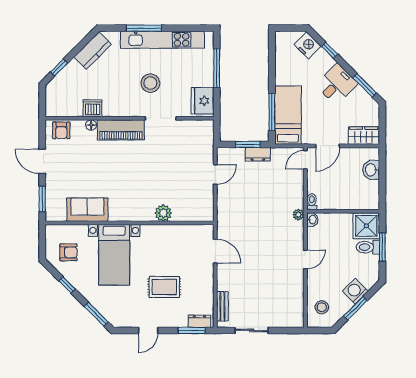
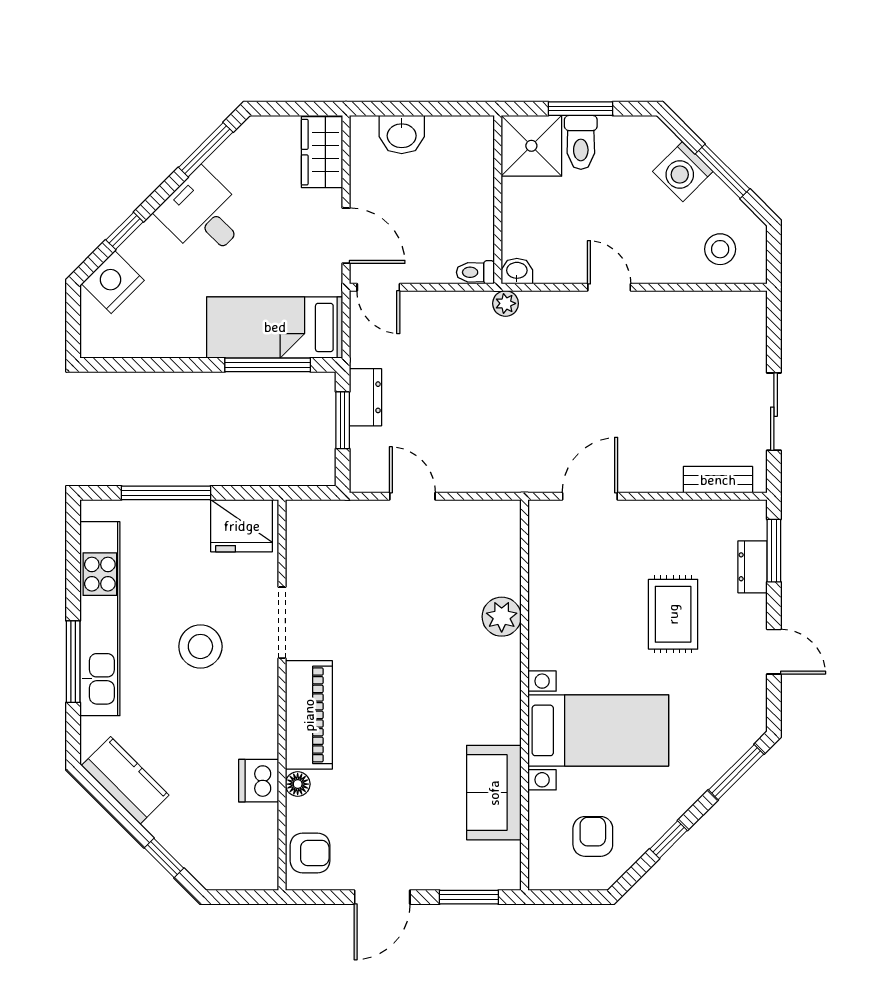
dresser: (199, 321) -> (753, 567), moved

